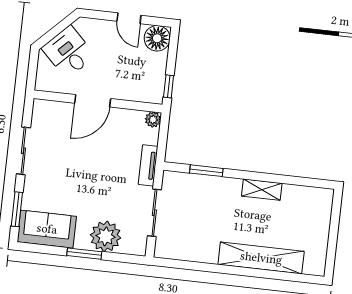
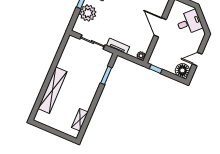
shelving: (262, 190) -> (80, 120), moved

